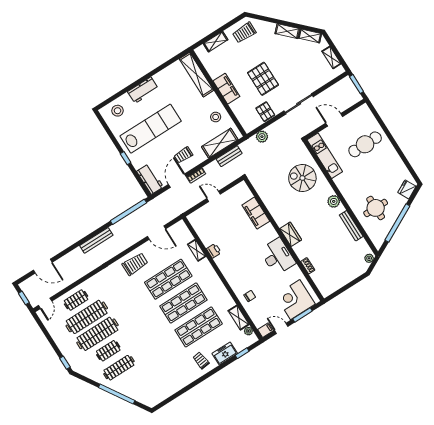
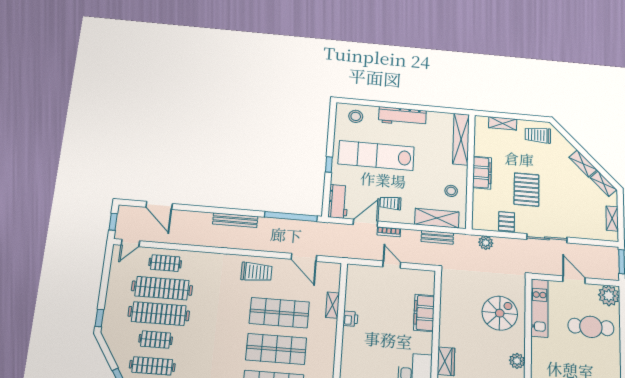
workbench: (143, 90) -> (402, 116), width x1.37
plant: (363, 114) -> (609, 296), added
lab bench: (151, 129) -> (376, 155), turned 180
spiral stairs: (302, 178) -> (500, 313), turned 90

